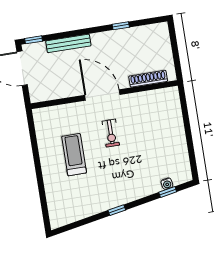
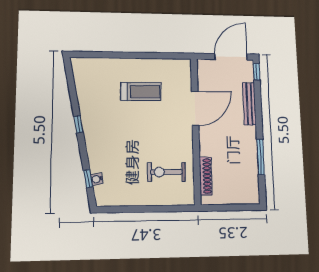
window: (121, 26) -> (261, 157), width x2.17
door: (102, 95) -> (195, 108), moved
exercise bike: (111, 133) -> (166, 172), moved, width x1.38, depth x1.39

